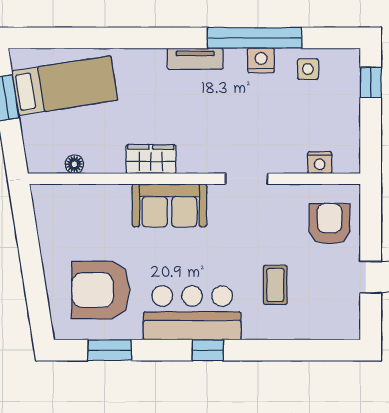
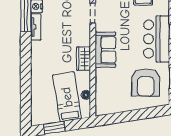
tv unit: (195, 59) -> (36, 27), moved
bed: (65, 86) -> (67, 97), moved

